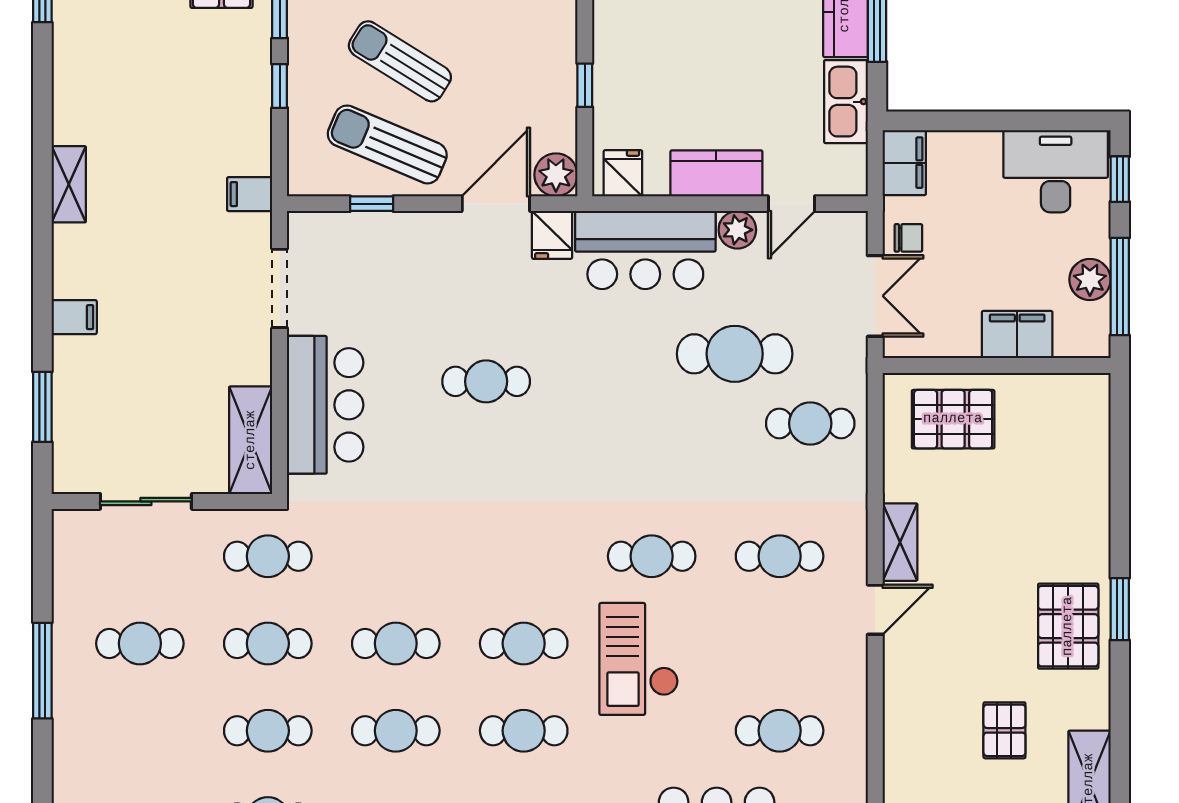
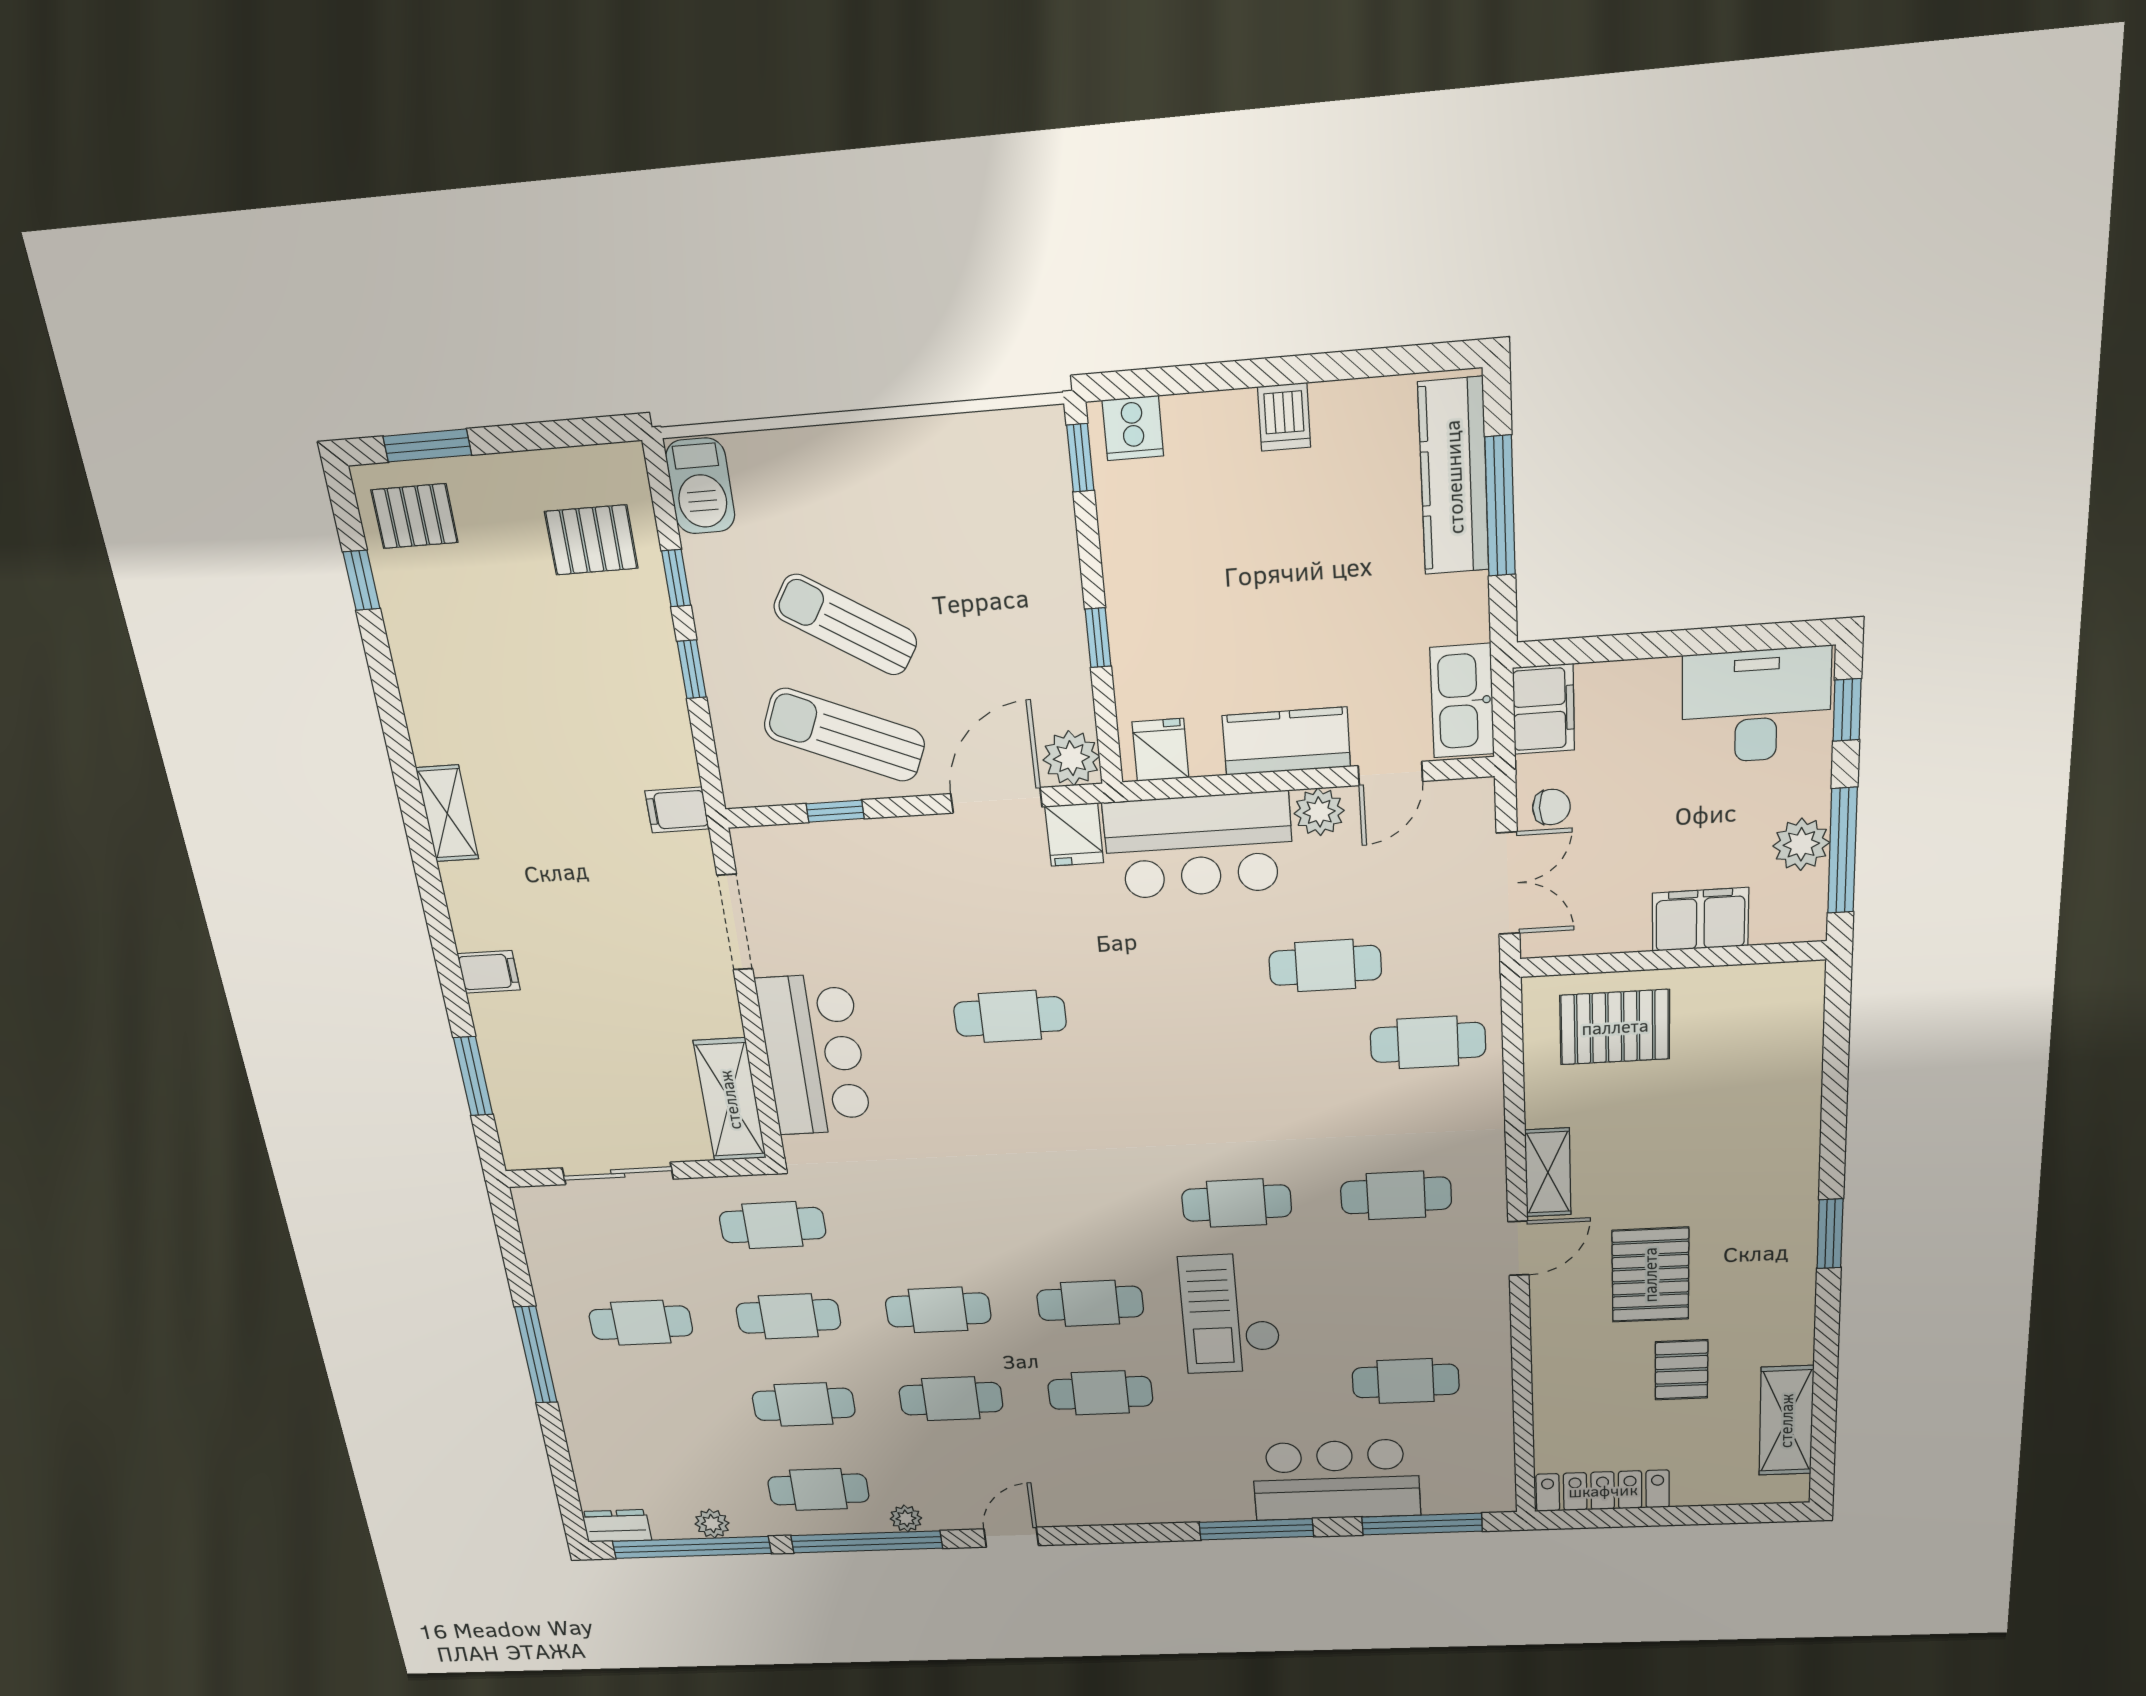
kitchen sink: (846, 102) -> (1462, 701), moved
cafe table: (735, 354) -> (1325, 965), width x0.73, depth x0.74
pallet: (1068, 626) -> (1650, 1275), moved

